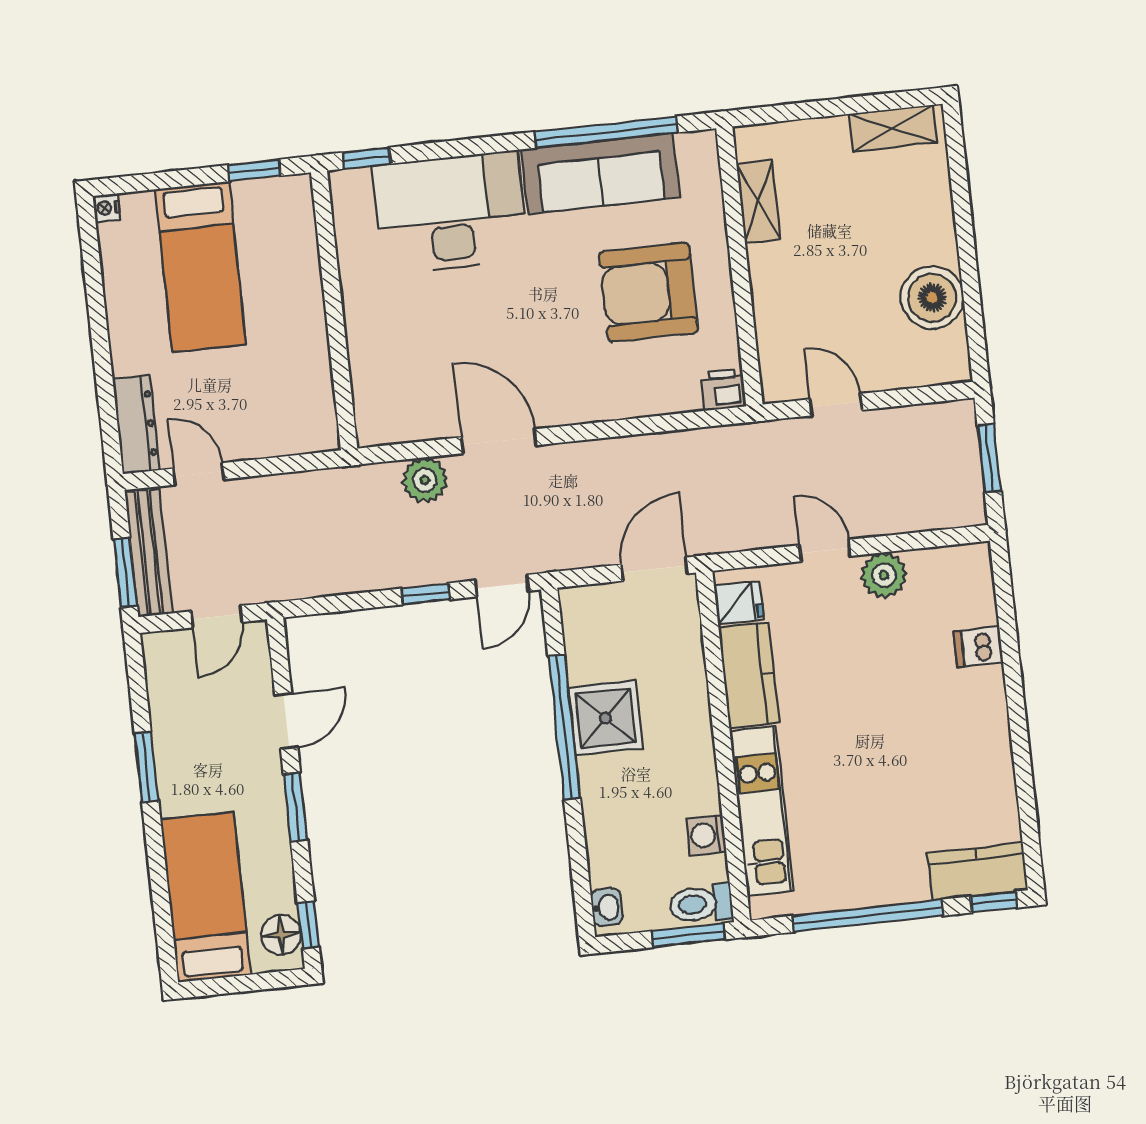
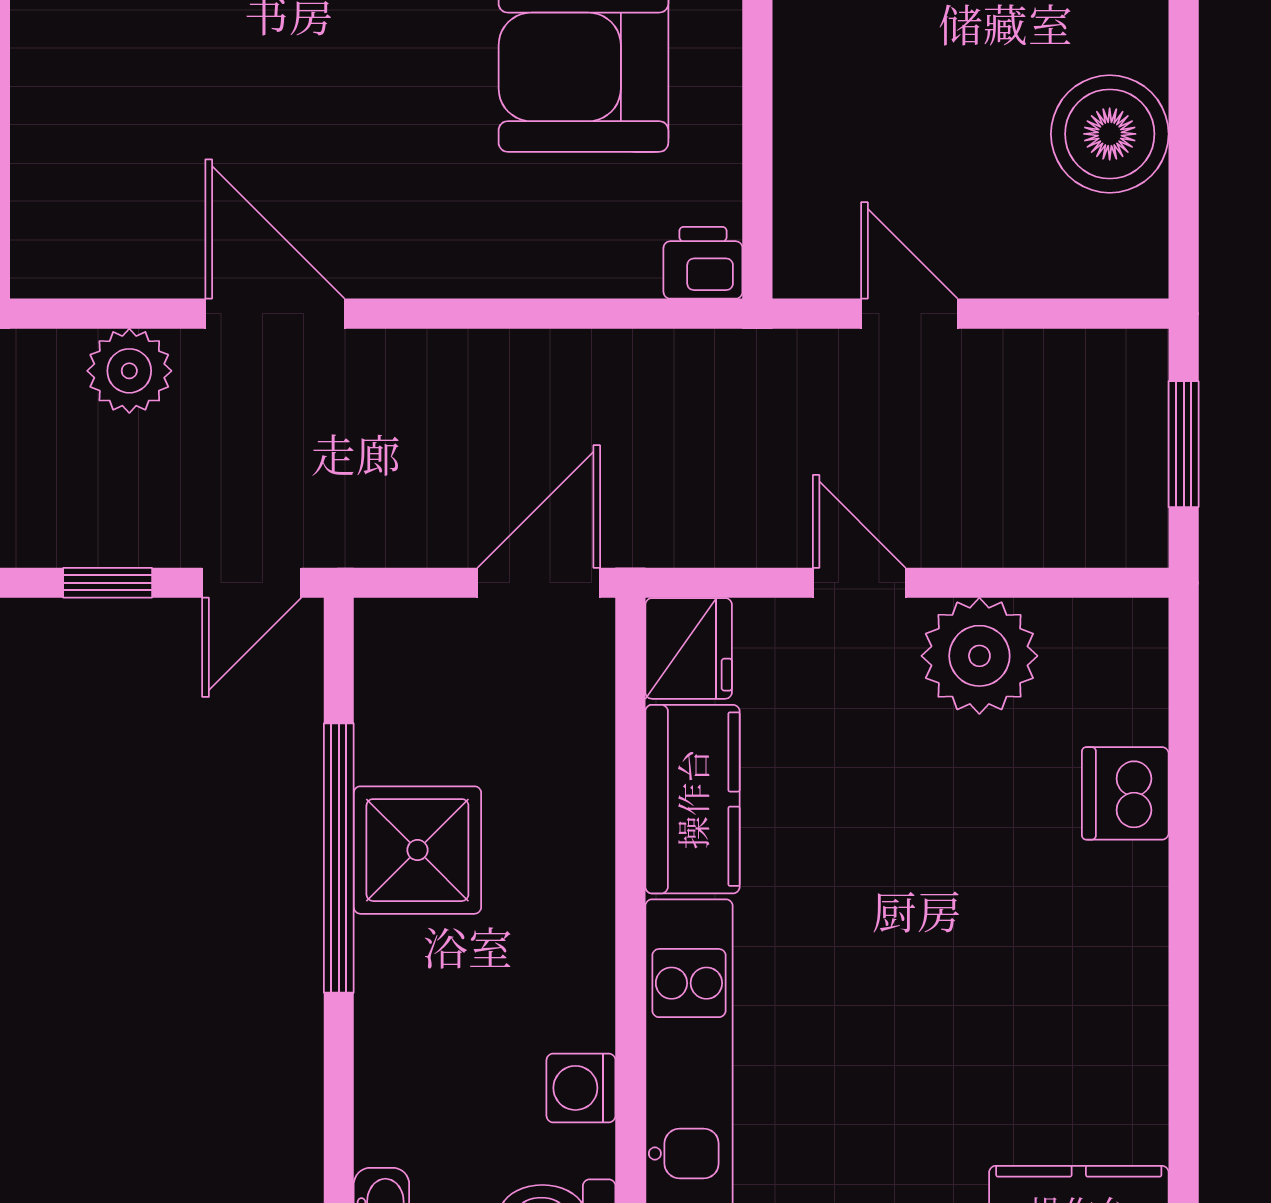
plant: (884, 575) -> (979, 656), width x1.36, depth x1.36
fridge: (739, 603) -> (689, 648), width x1.38
dishwasher: (978, 647) -> (1125, 793), width x1.38

